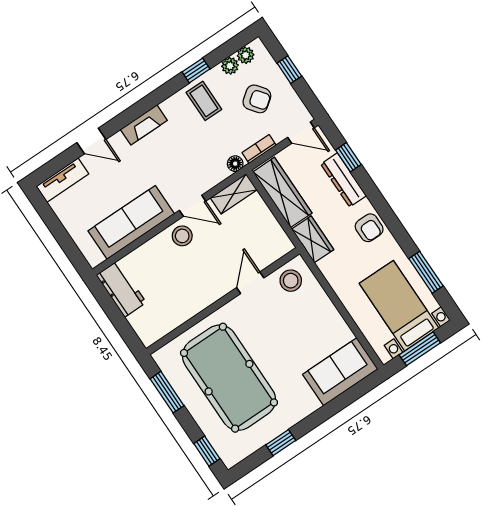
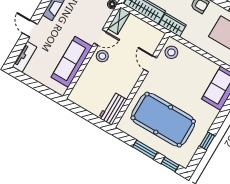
door: (91, 141) -> (30, 29), swing flipped
workbench: (121, 289) -> (113, 109), moved, turned -90
window: (167, 392) -> (145, 150), moved

